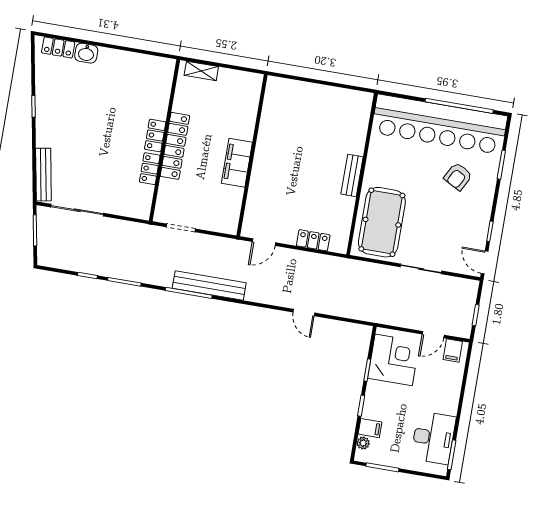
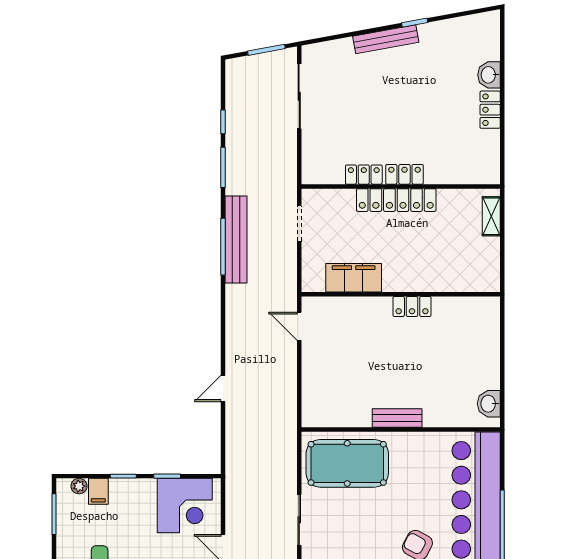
locker: (58, 47) -> (490, 110), moved
washbasin: (353, 99) -> (489, 404), added
filing cabinet: (237, 163) -> (354, 278), moved
bench: (43, 175) -> (386, 39), moved
locker: (313, 240) -> (412, 306), moved, turned 90
bench: (209, 286) -> (236, 239), moved

